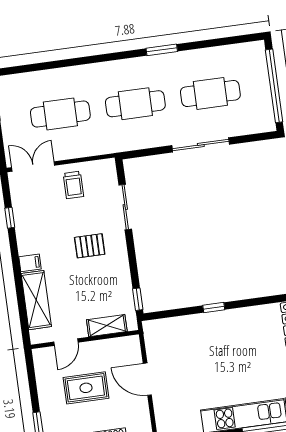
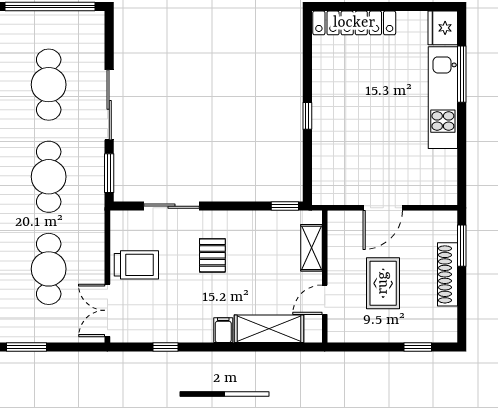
window: (145, 153) -> (109, 173), added
trolley: (73, 185) -> (136, 265), width x1.36, depth x1.39
door: (66, 342) -> (325, 300), swing flipped

